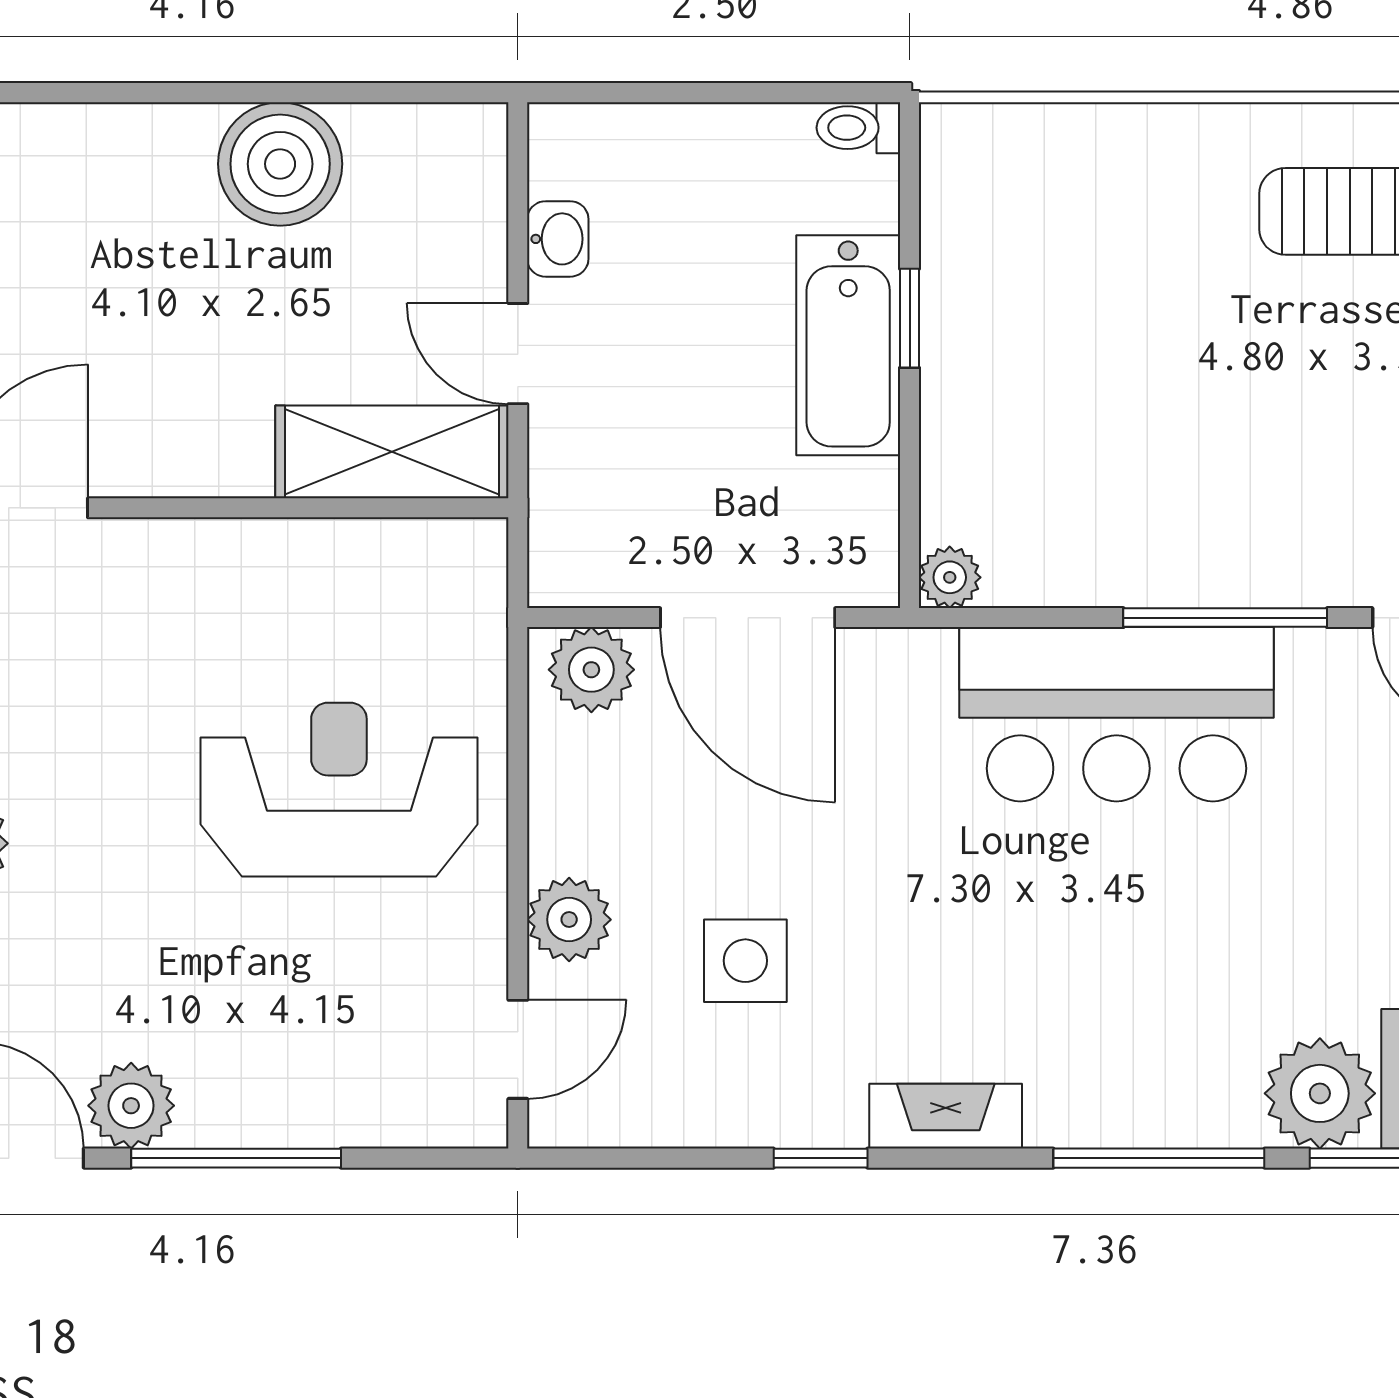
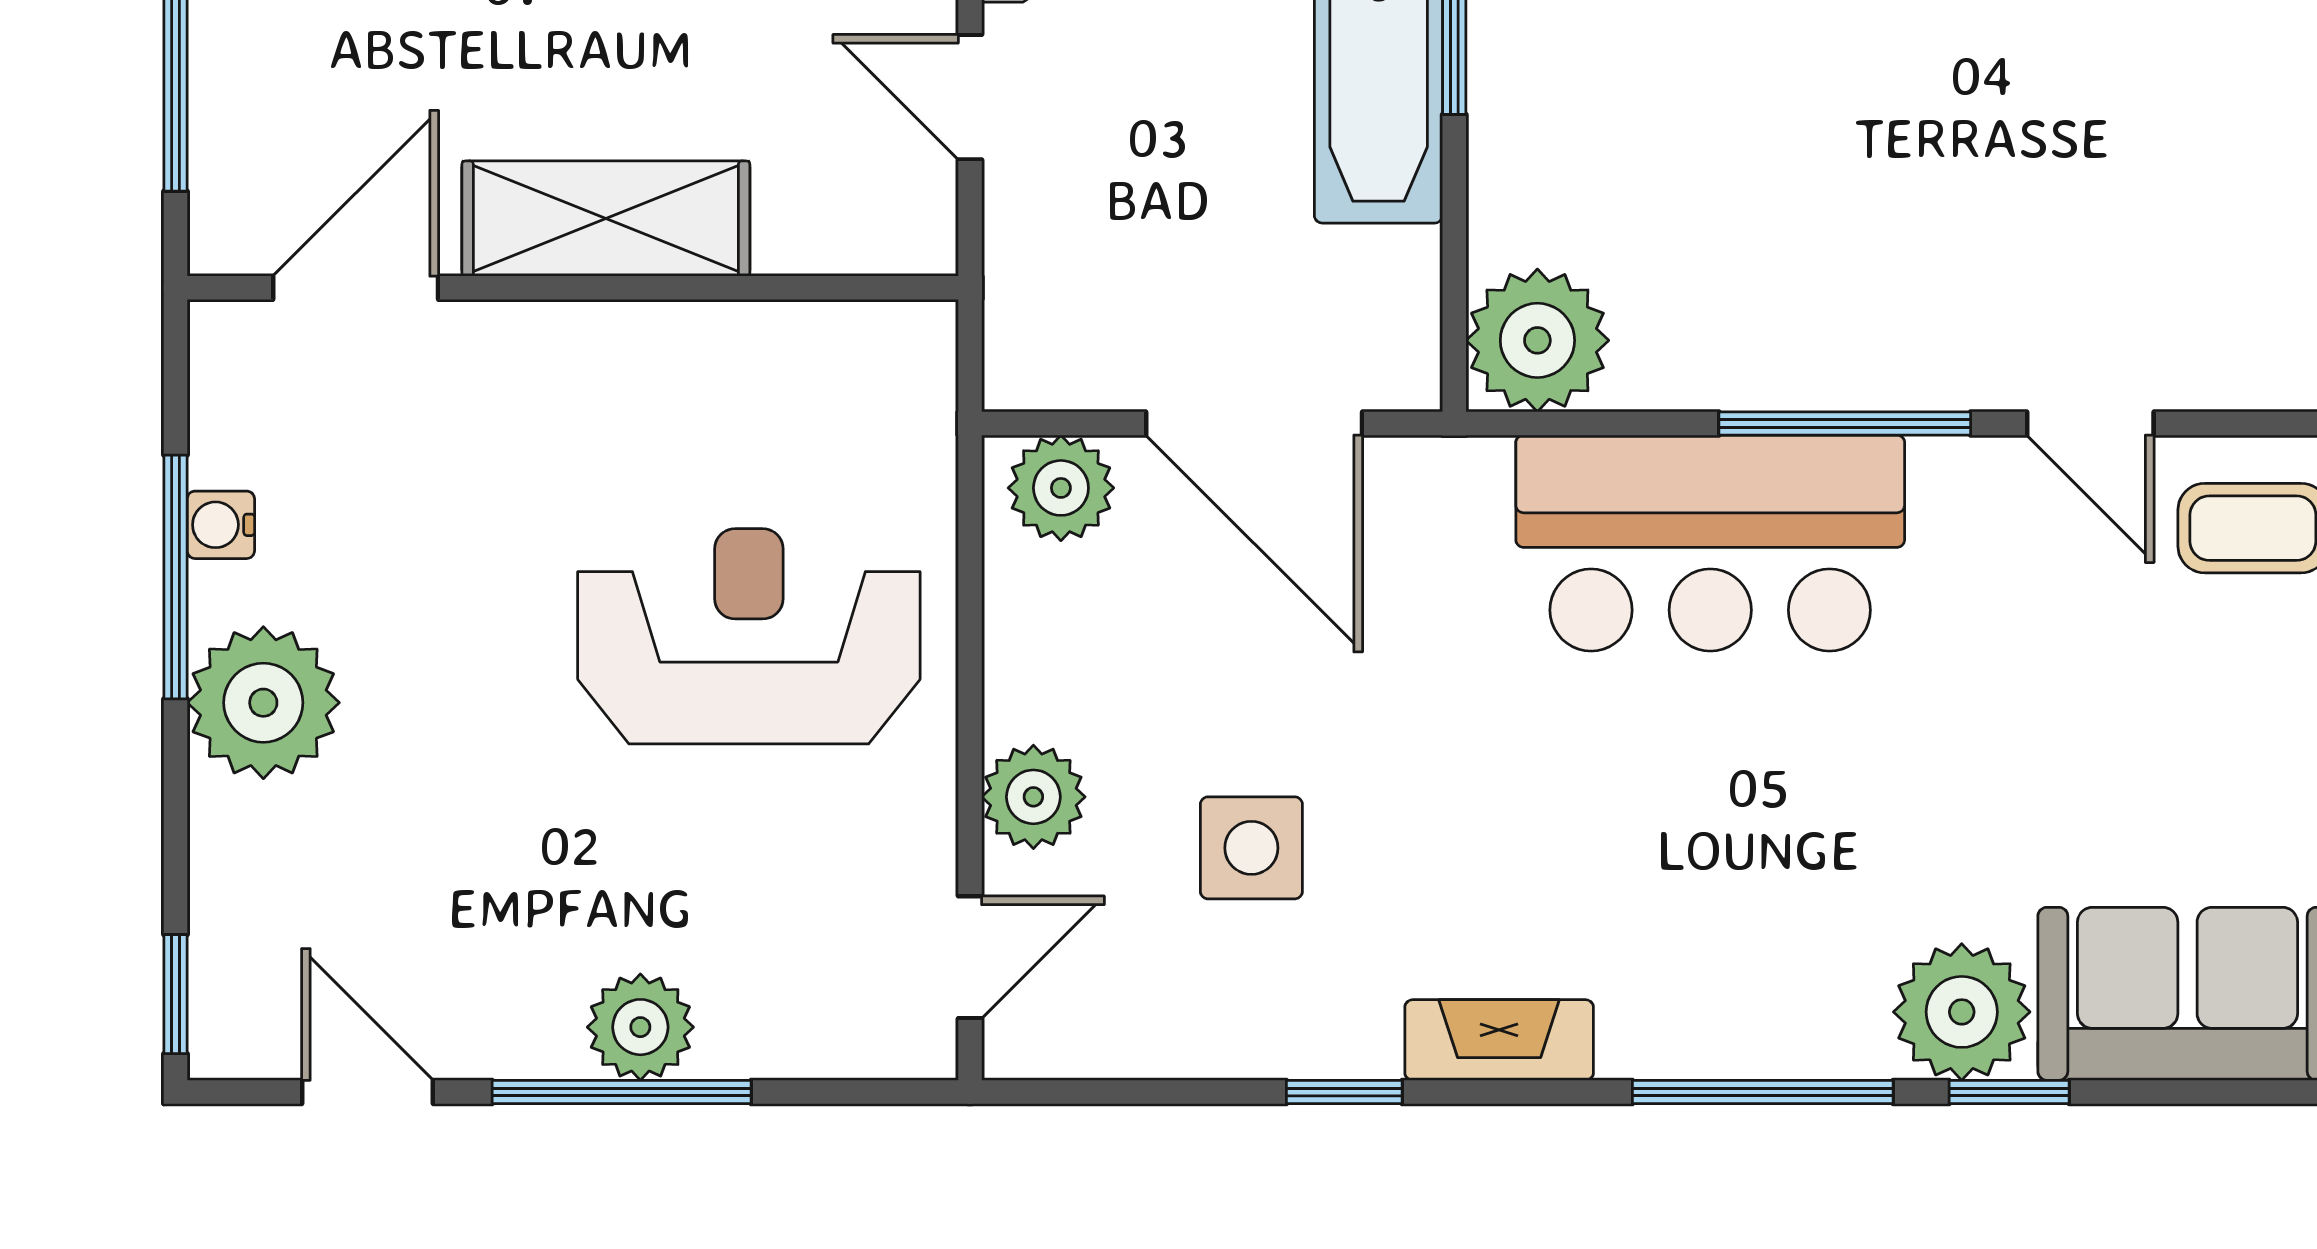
shelving: (392, 452) -> (606, 219), moved
plant: (950, 577) -> (1537, 340), width x1.88, depth x1.88
plant: (131, 1106) -> (640, 1027), moved

